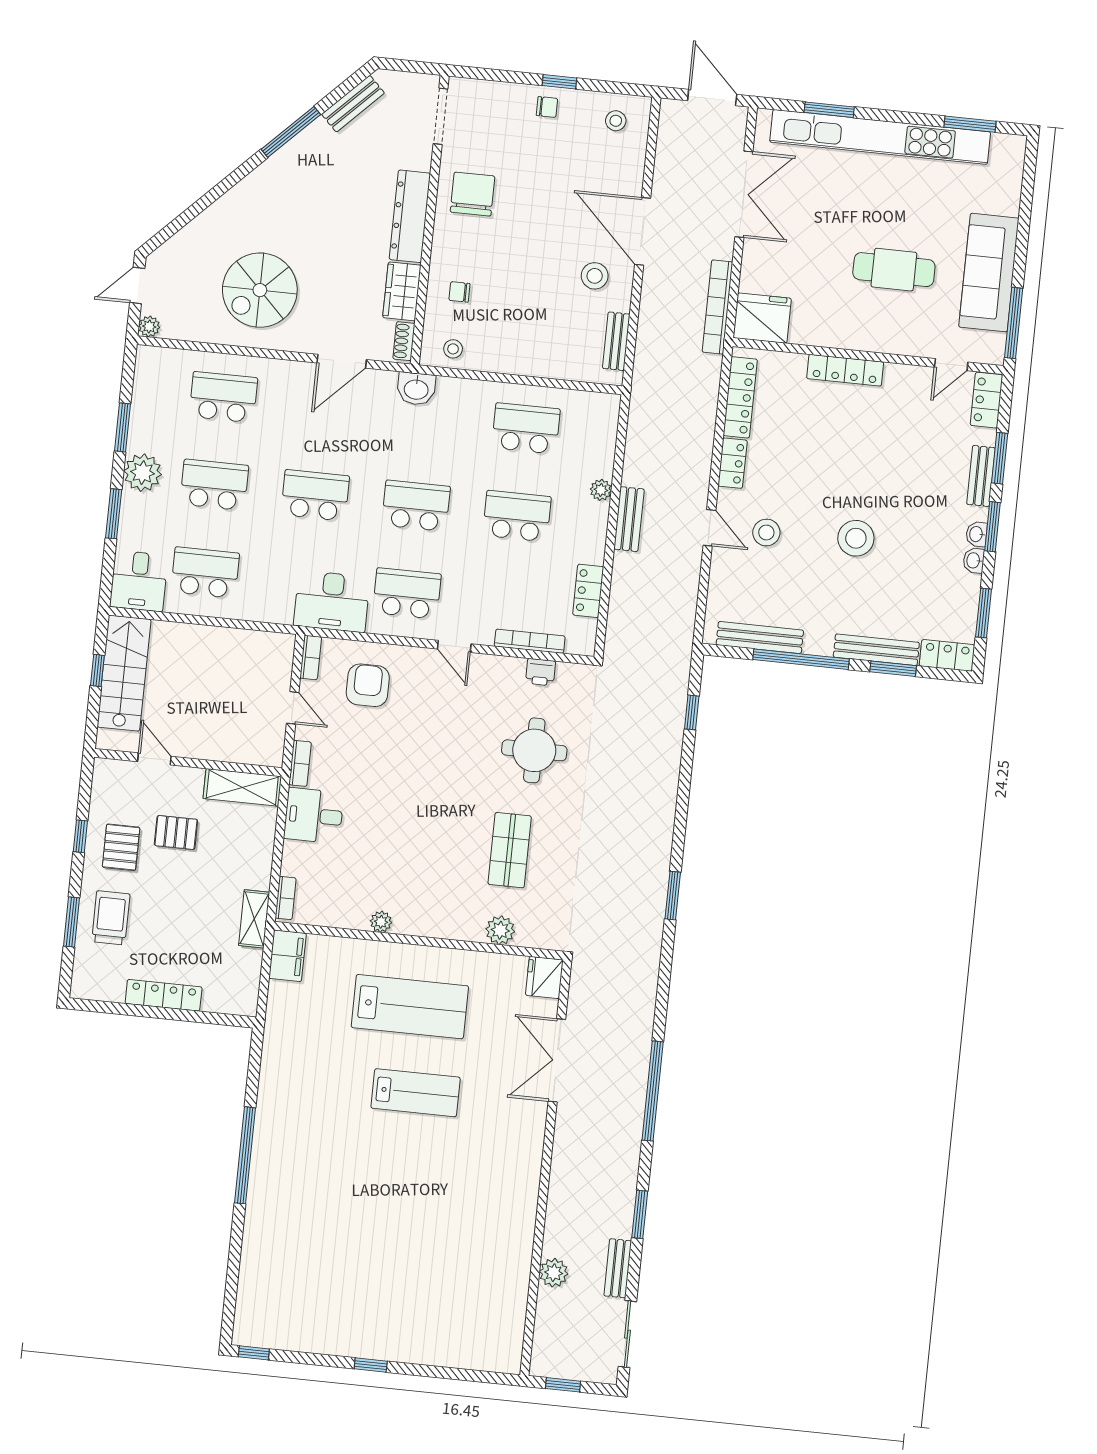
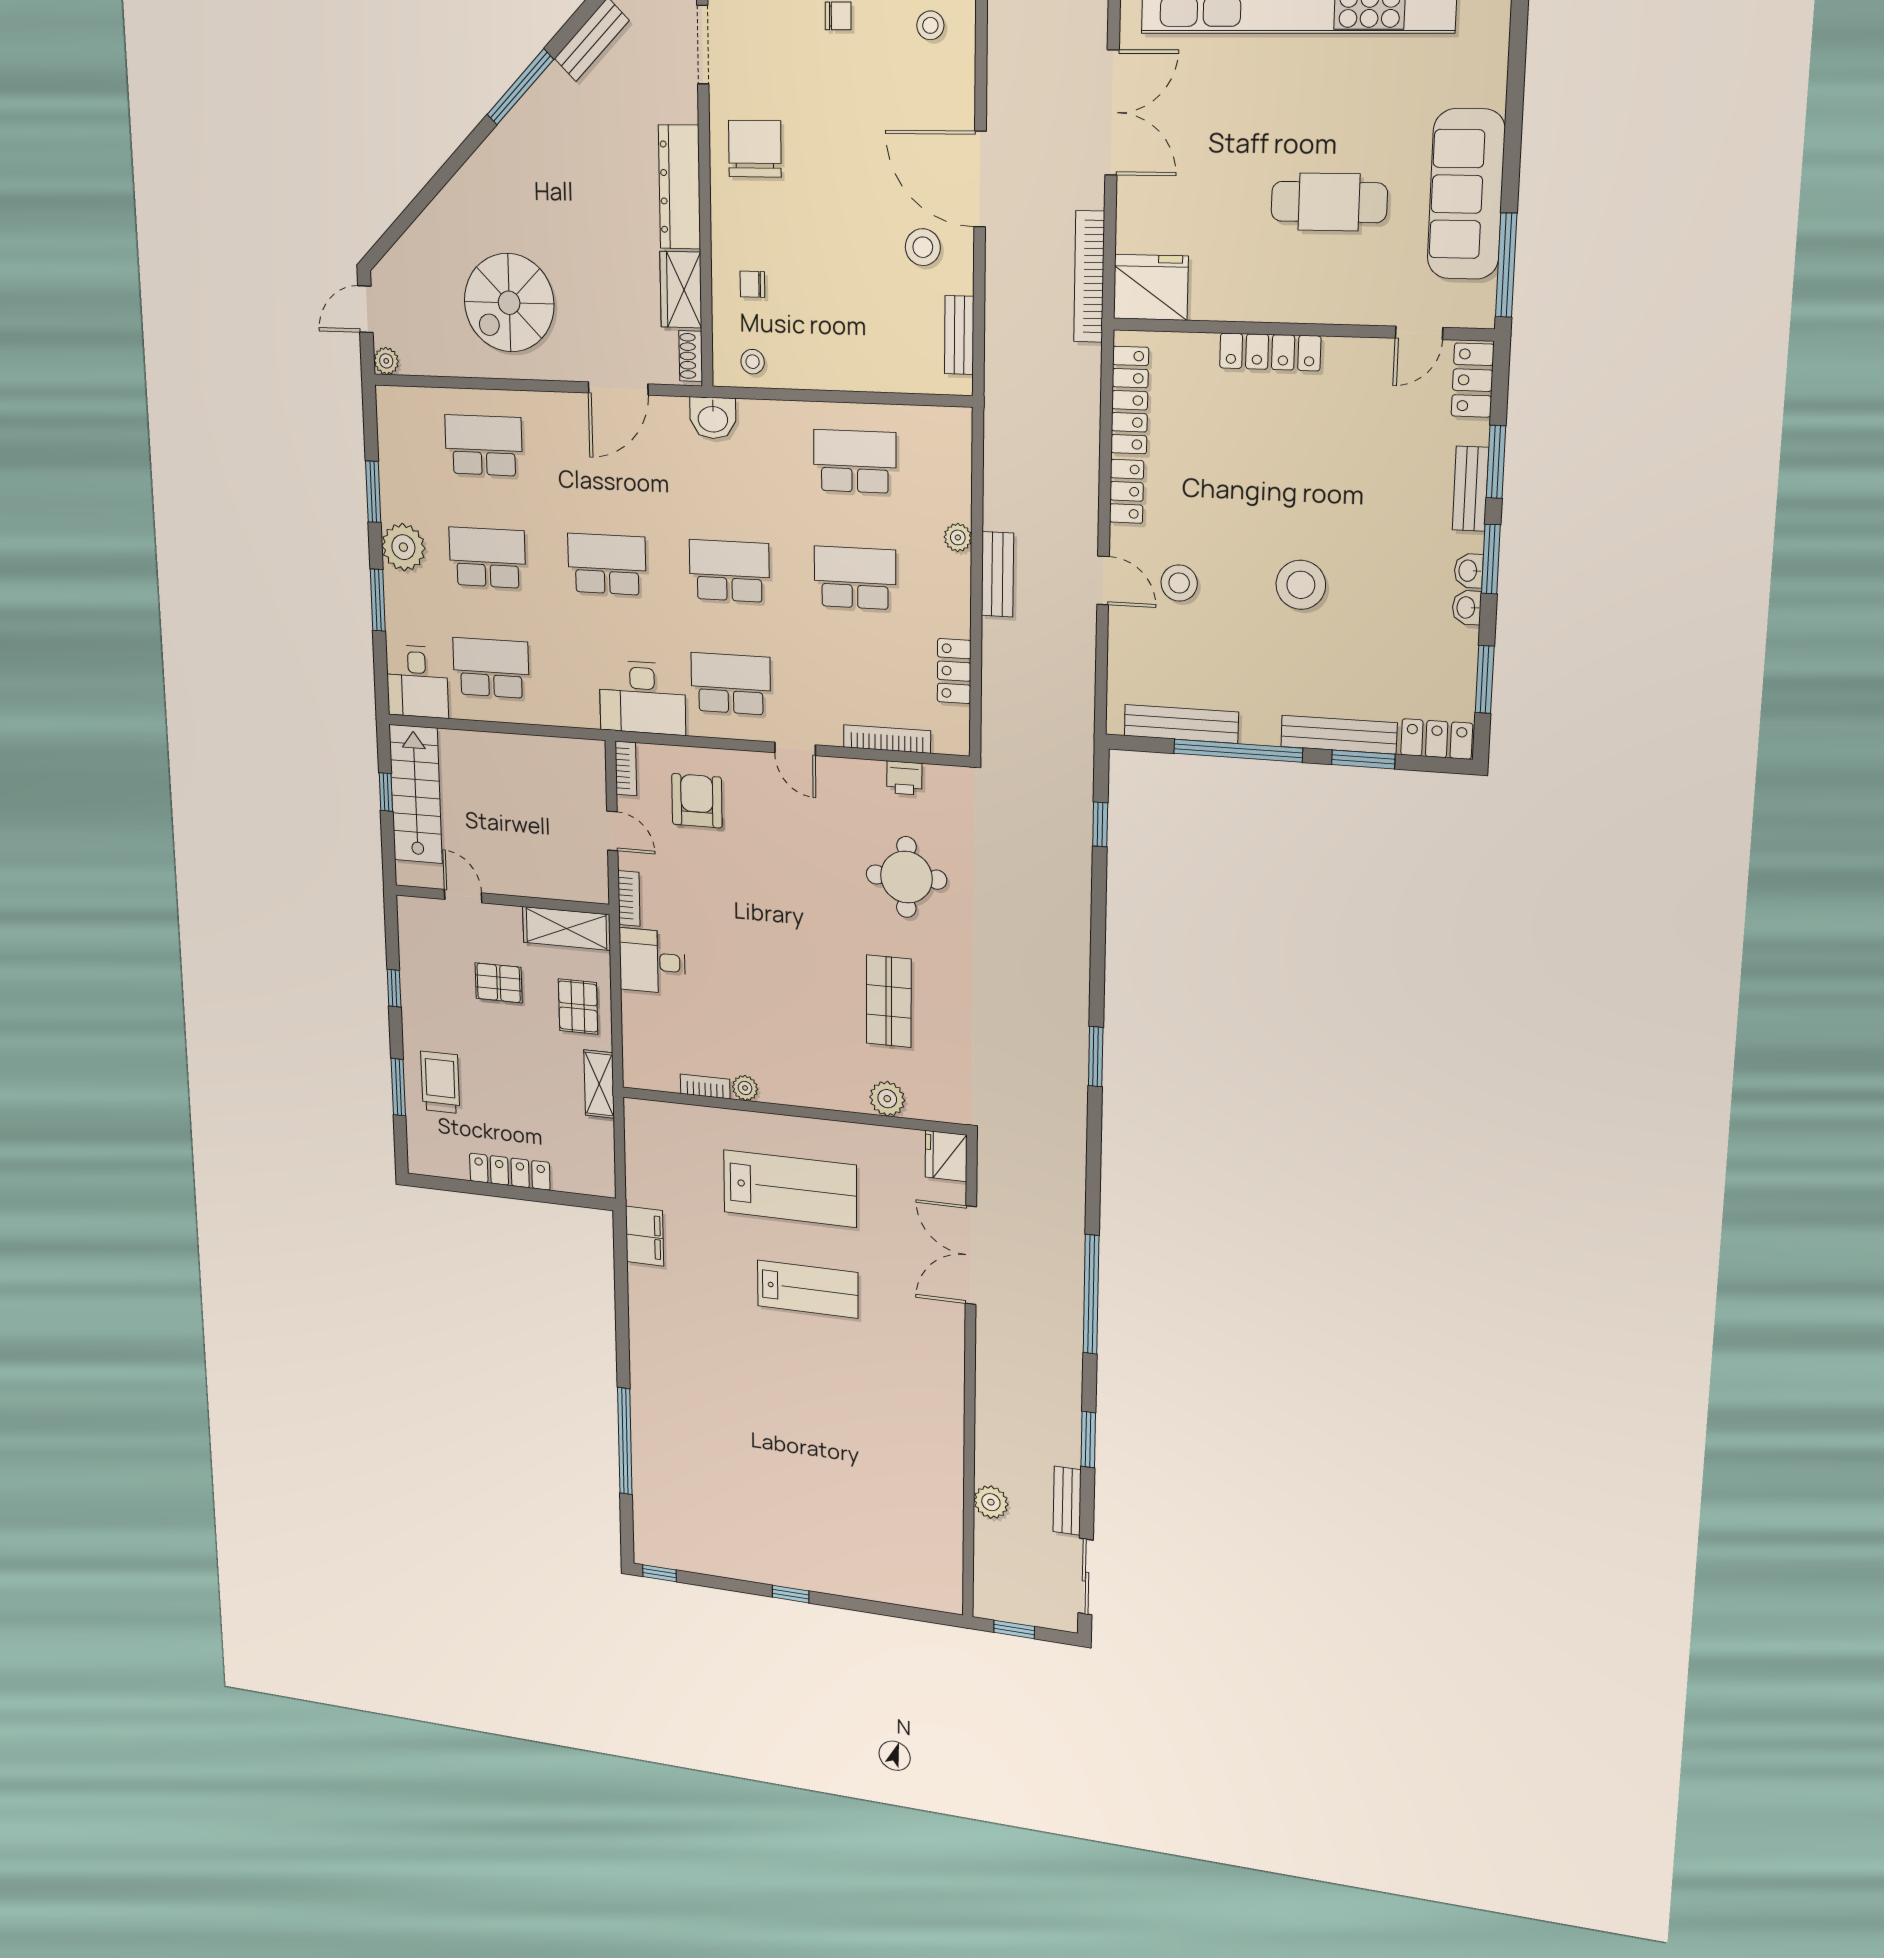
pallet: (121, 847) -> (578, 1006), moved
bookcase: (286, 898) -> (705, 1087), moved, turned -90
filing cabinet: (288, 956) -> (644, 1236), moved
window: (245, 1155) -> (625, 1441), moved

